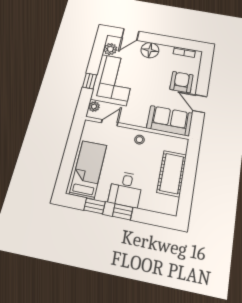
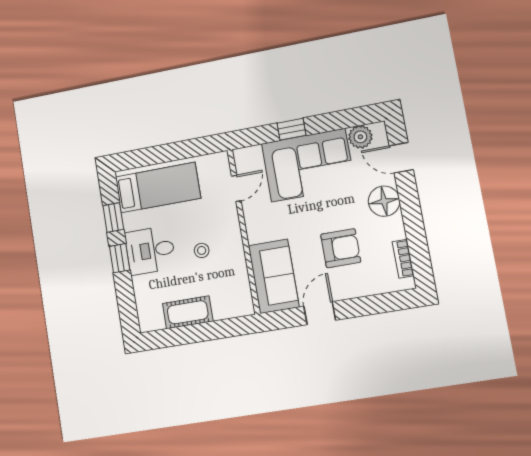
armchair: (181, 82) -> (341, 248), moved
plant: (94, 107) -> (253, 154), removed
door: (110, 123) -> (236, 188), hinge flipped
stool: (139, 140) -> (202, 250), moved
cot: (172, 173) -> (188, 312), width x0.73, depth x0.75

